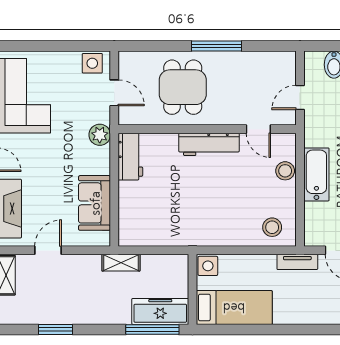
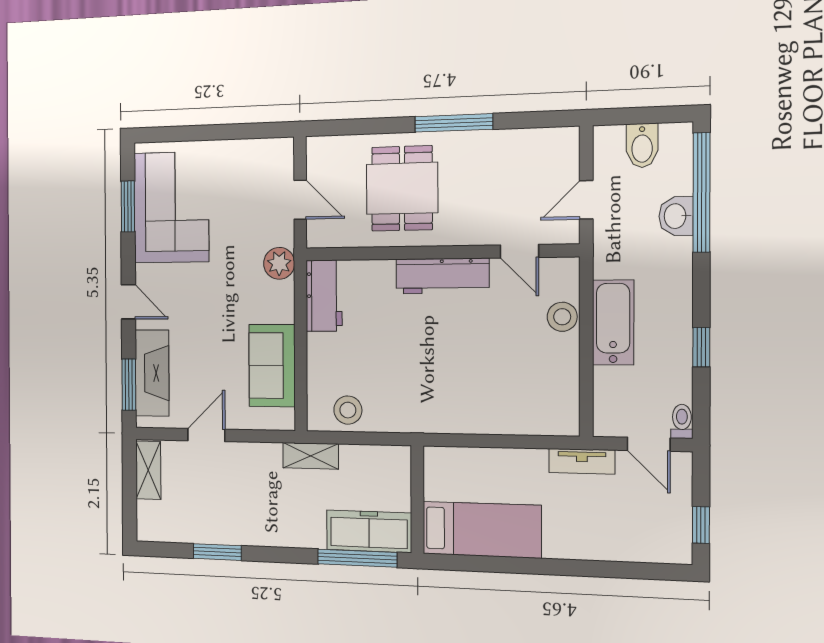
side table: (92, 63) -> (268, 156), removed
stool: (272, 227) -> (348, 410), moved
side table: (208, 266) -> (441, 464), removed

